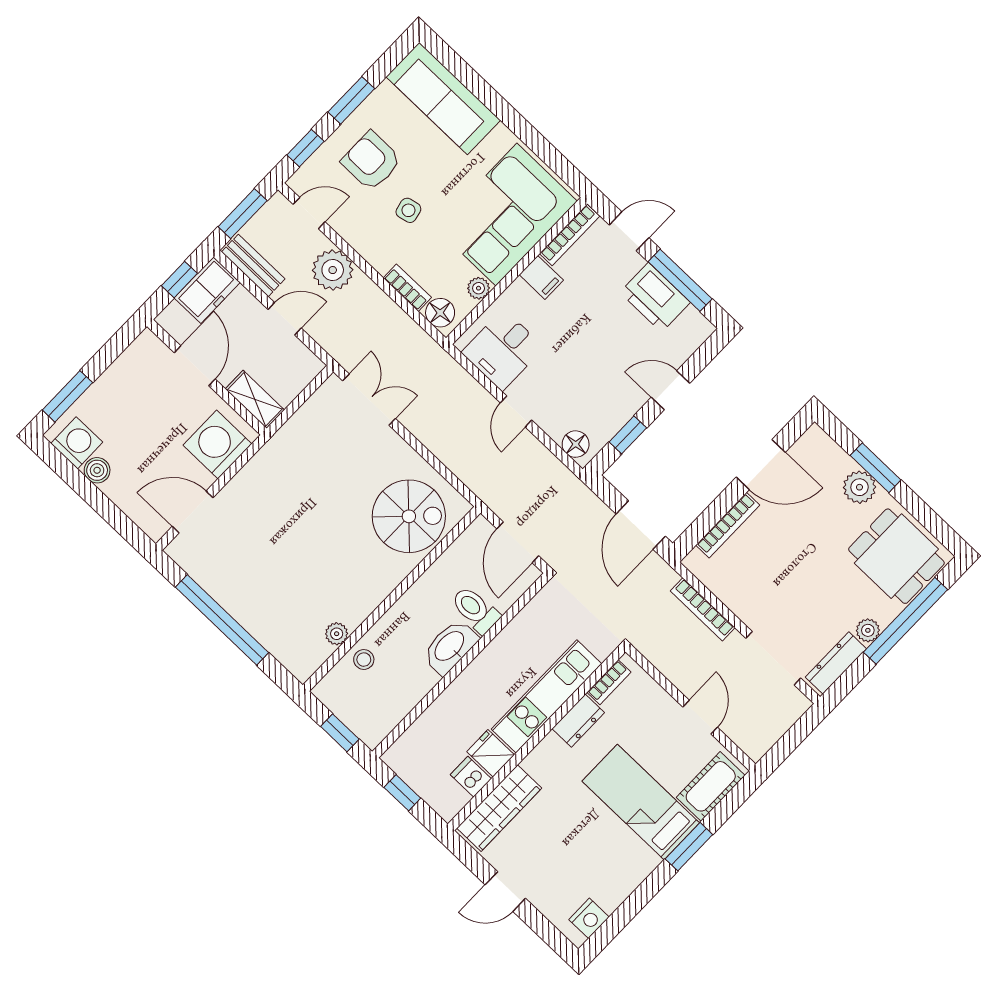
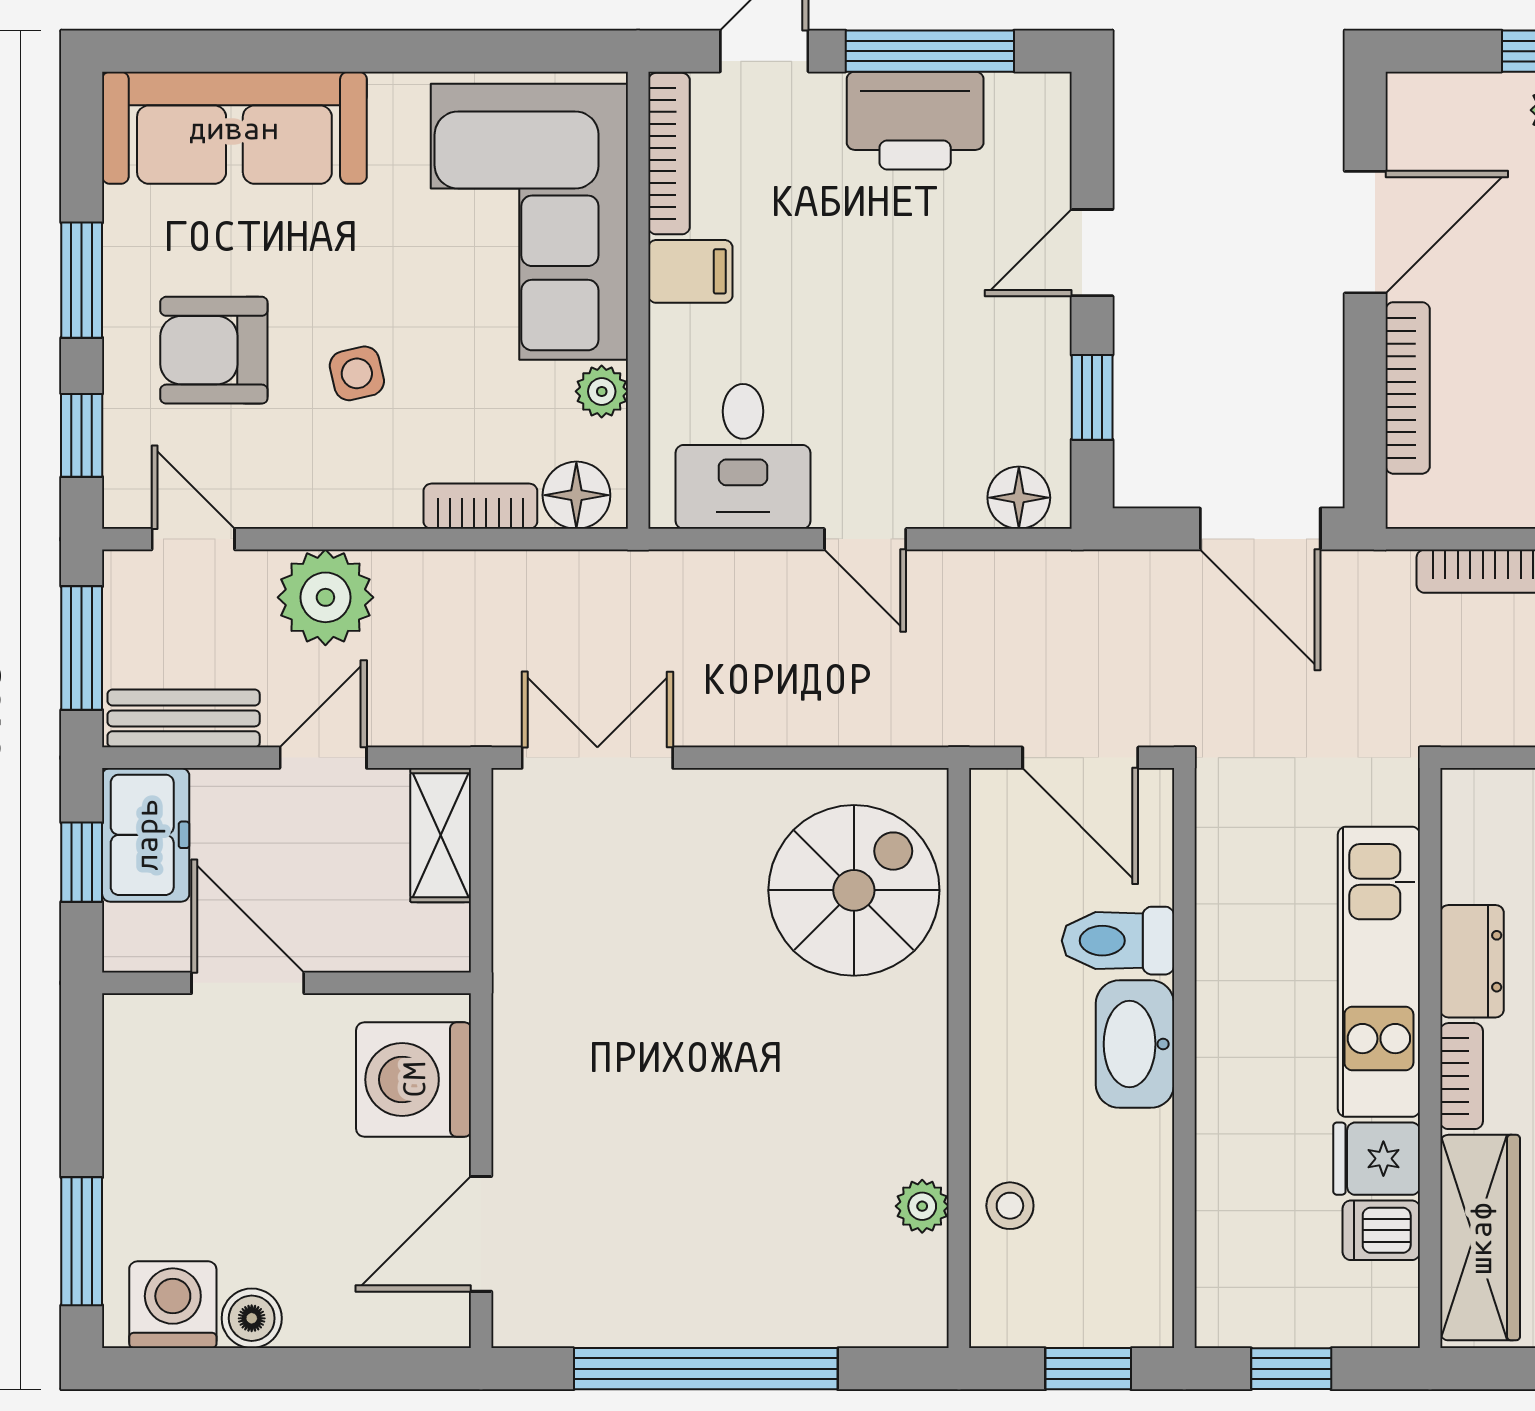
door: (309, 213) -> (193, 539), hinge flipped
shelving: (255, 399) -> (441, 835), moved, turned 90
bookcase: (609, 682) -> (1462, 1076), moved

